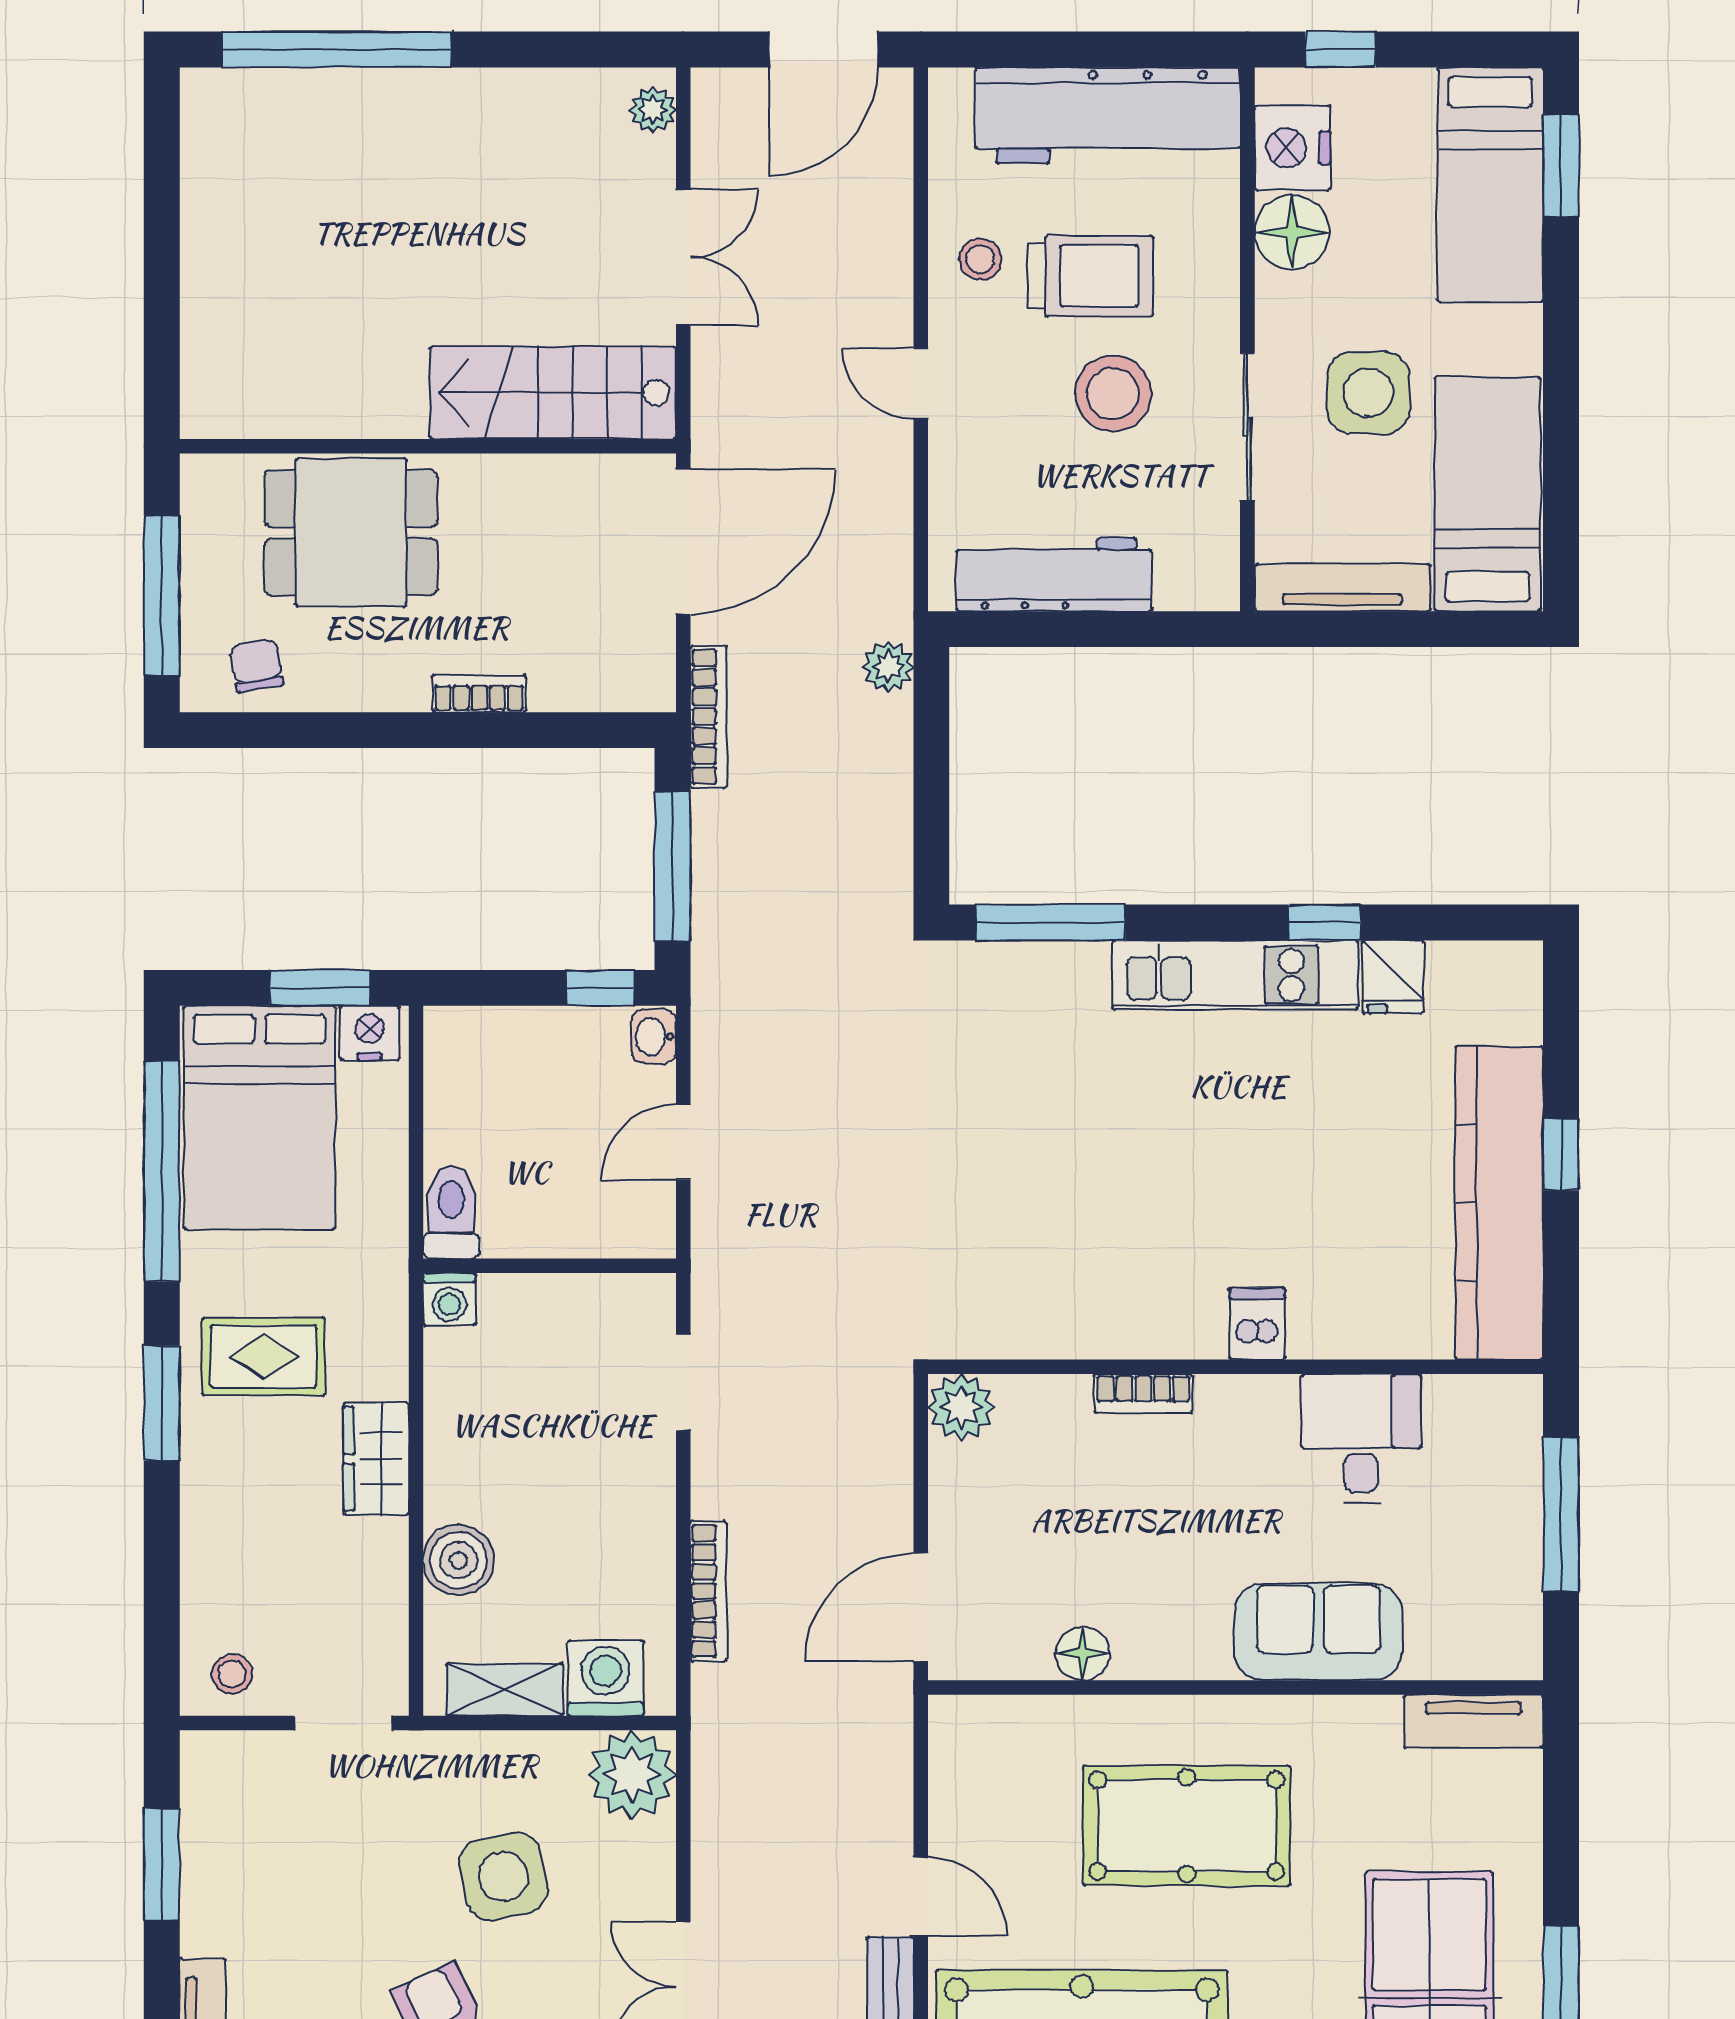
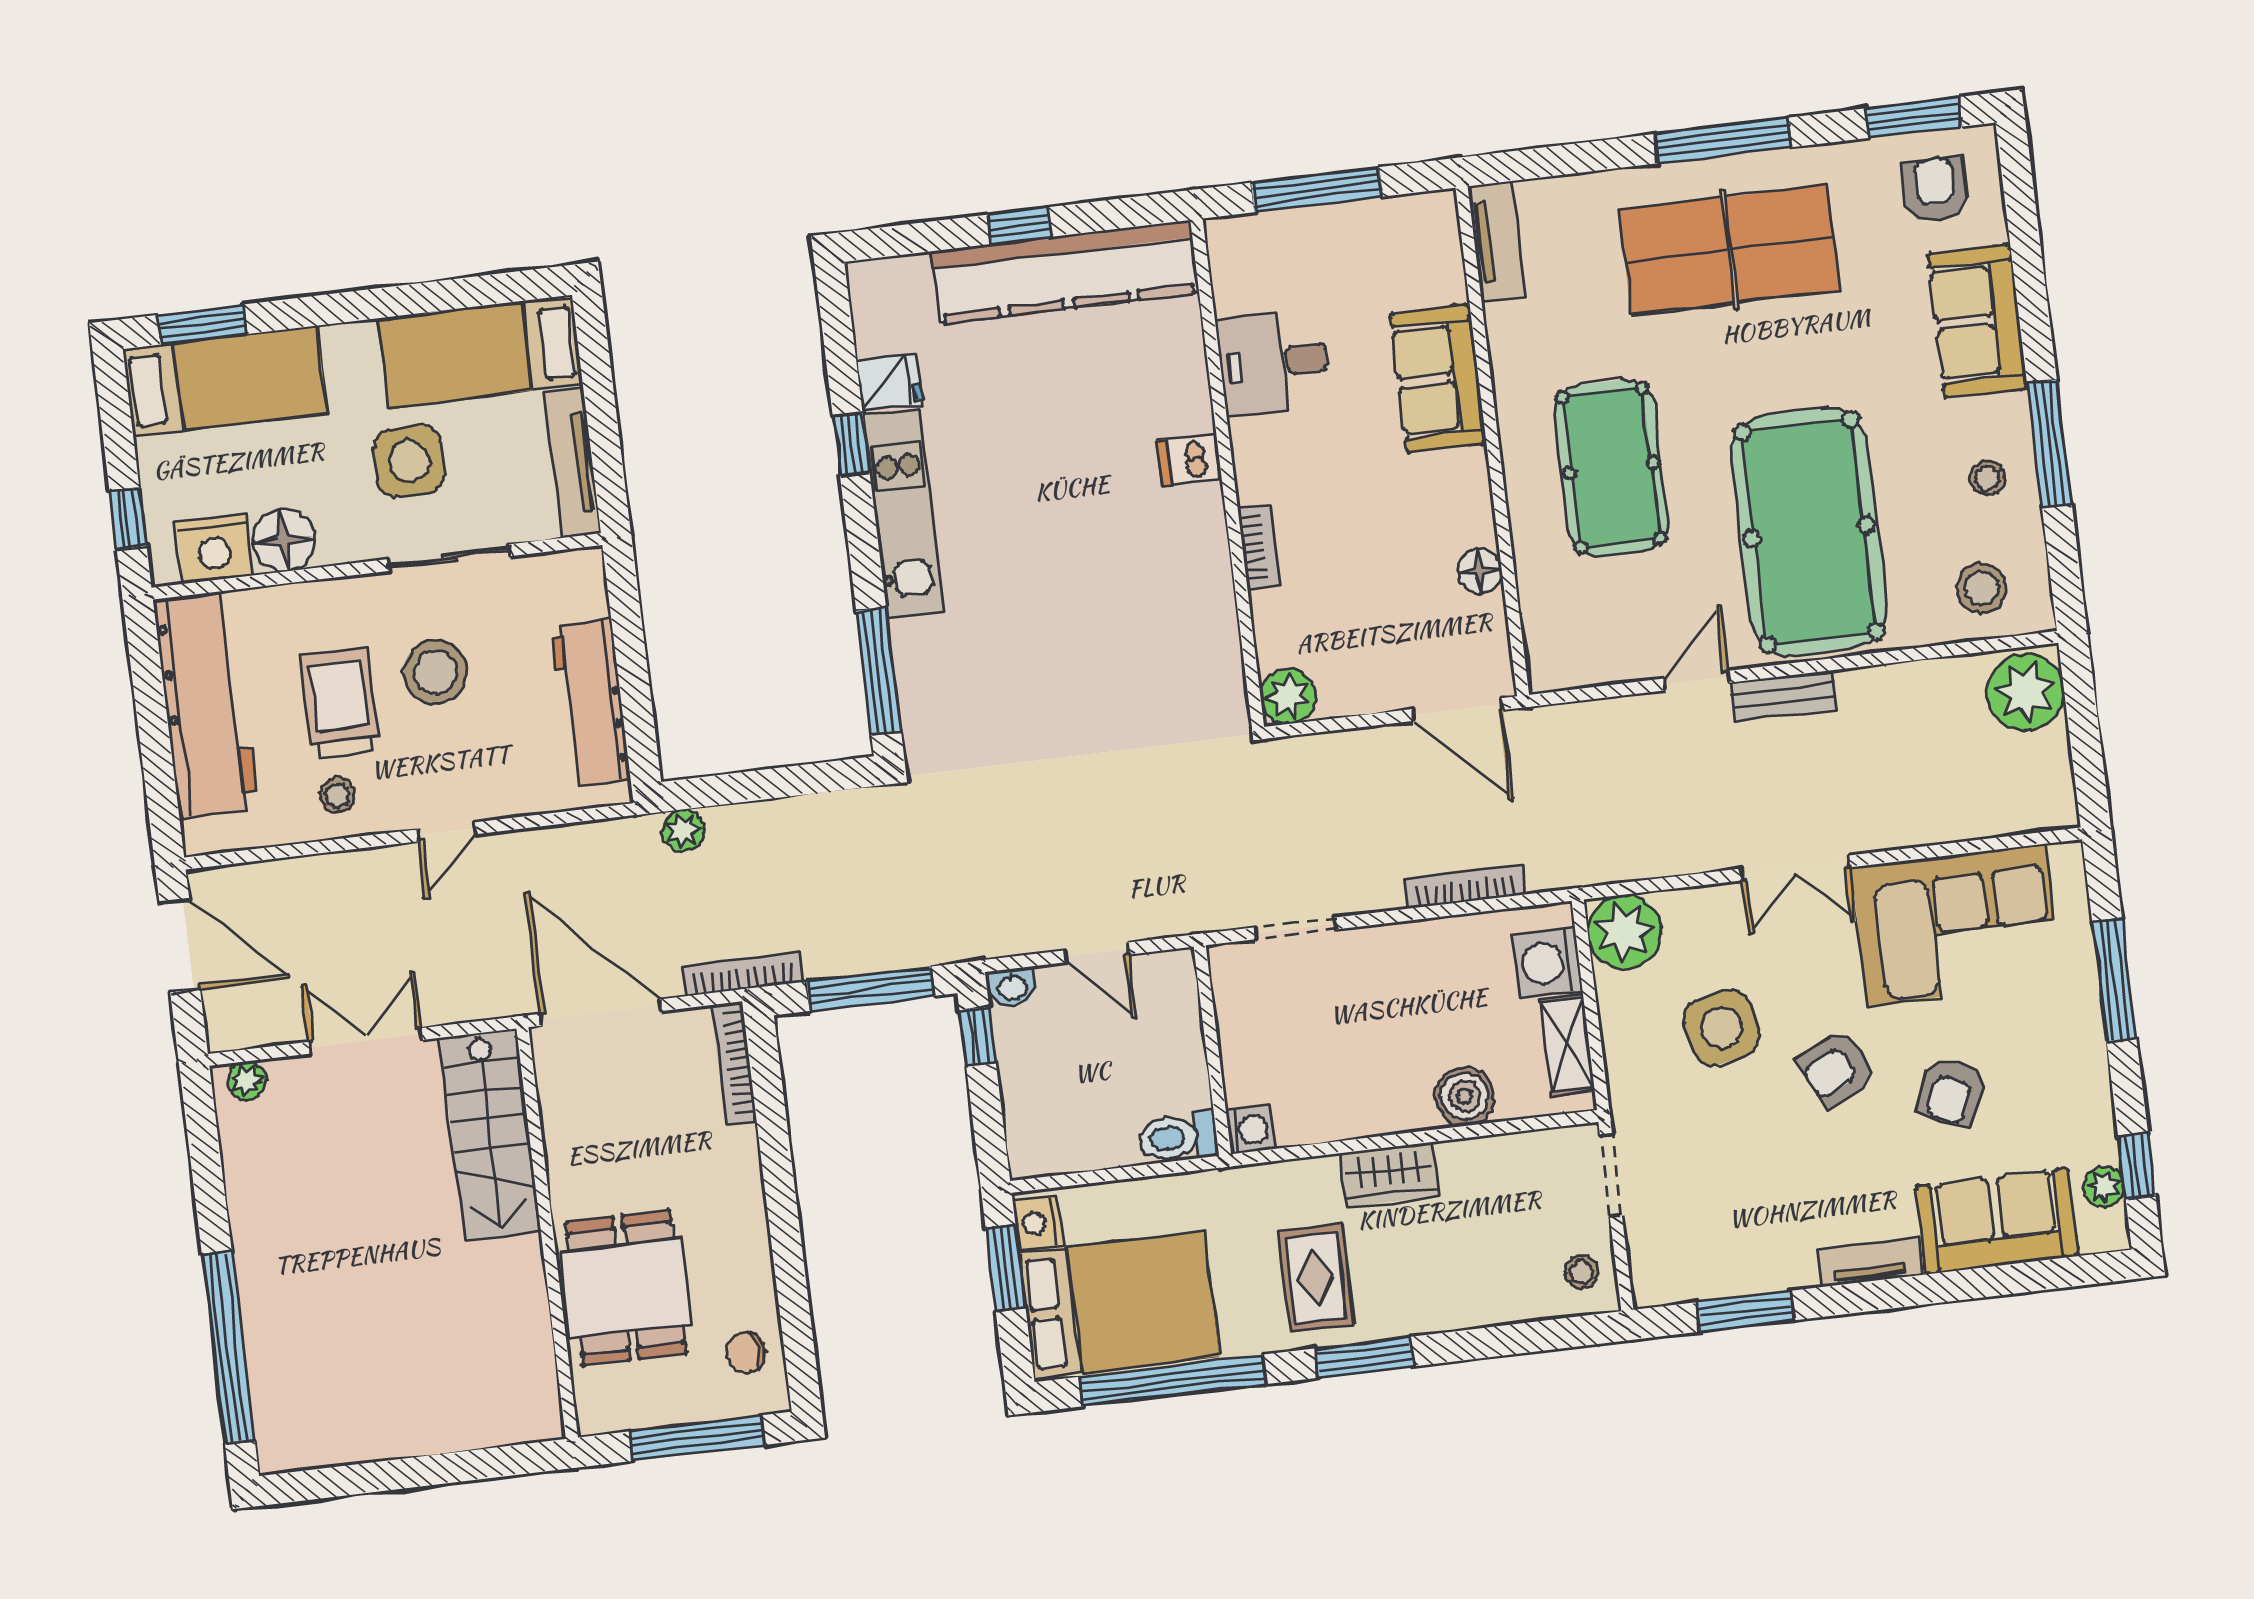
bookcase: (479, 693) -> (734, 1064), moved, width x1.56

